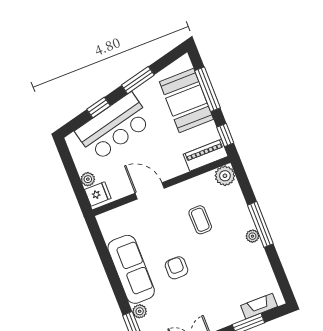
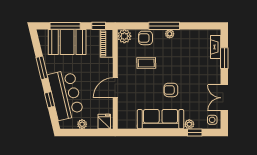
plant: (88, 179) -> (82, 124), moved
armchair: (234, 205) -> (146, 38), added

